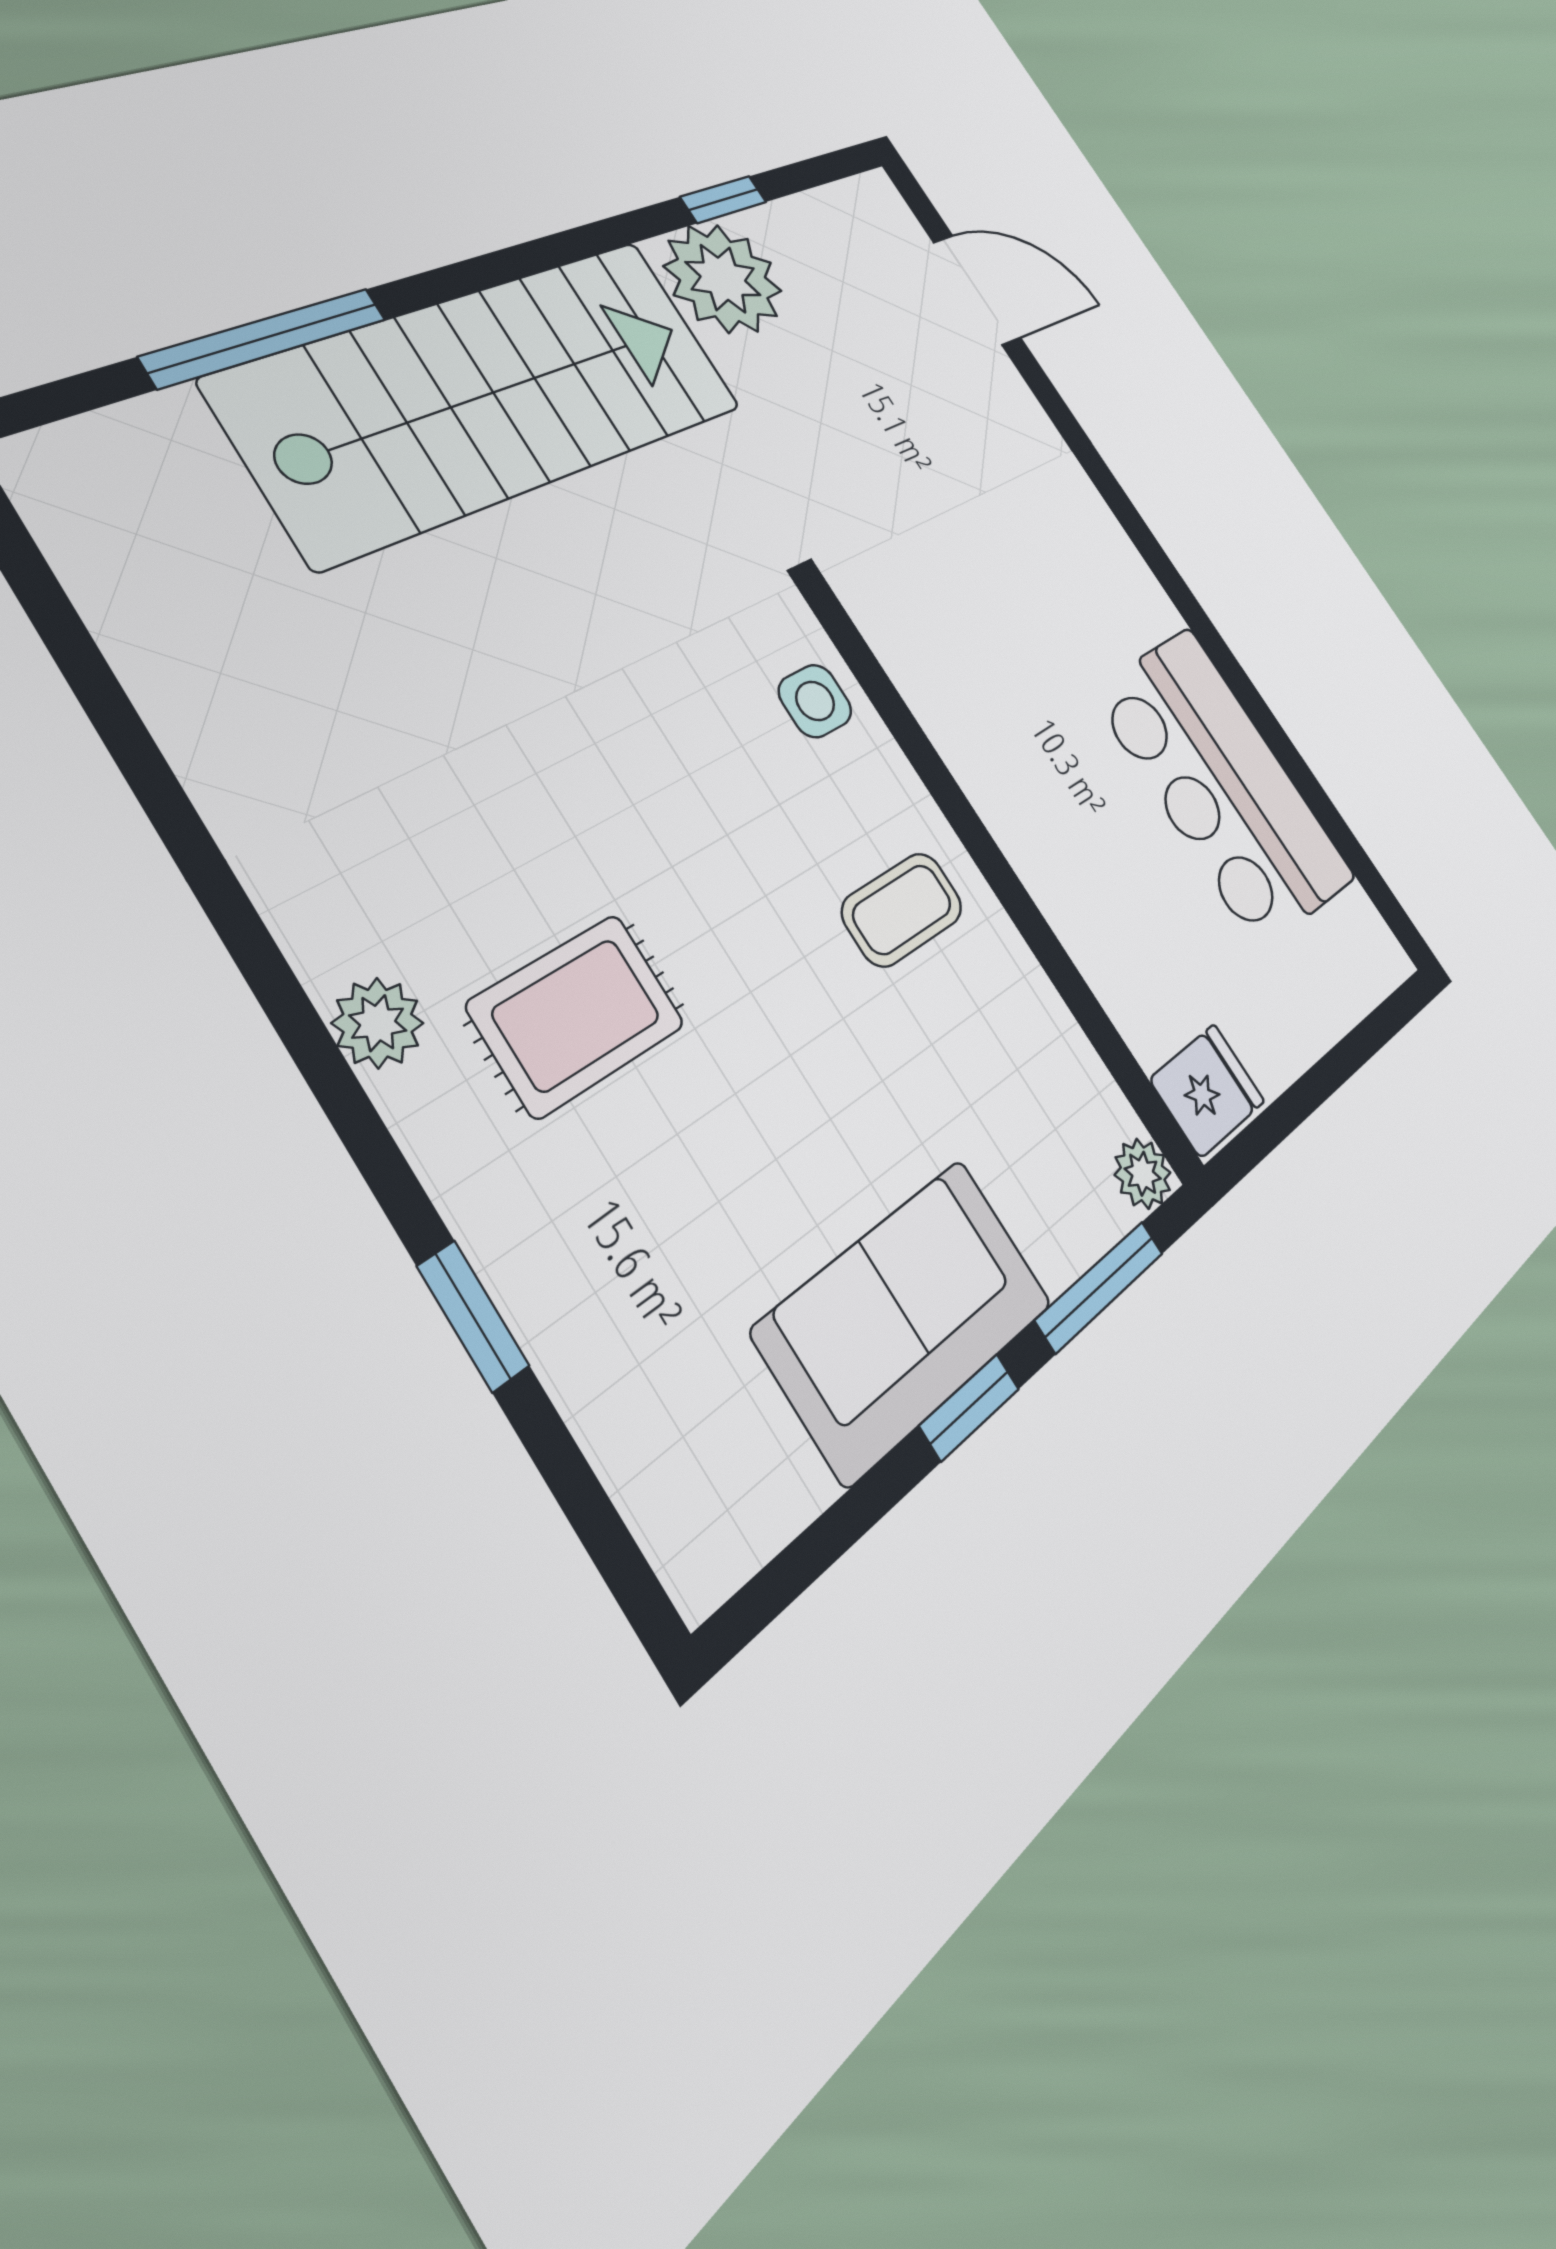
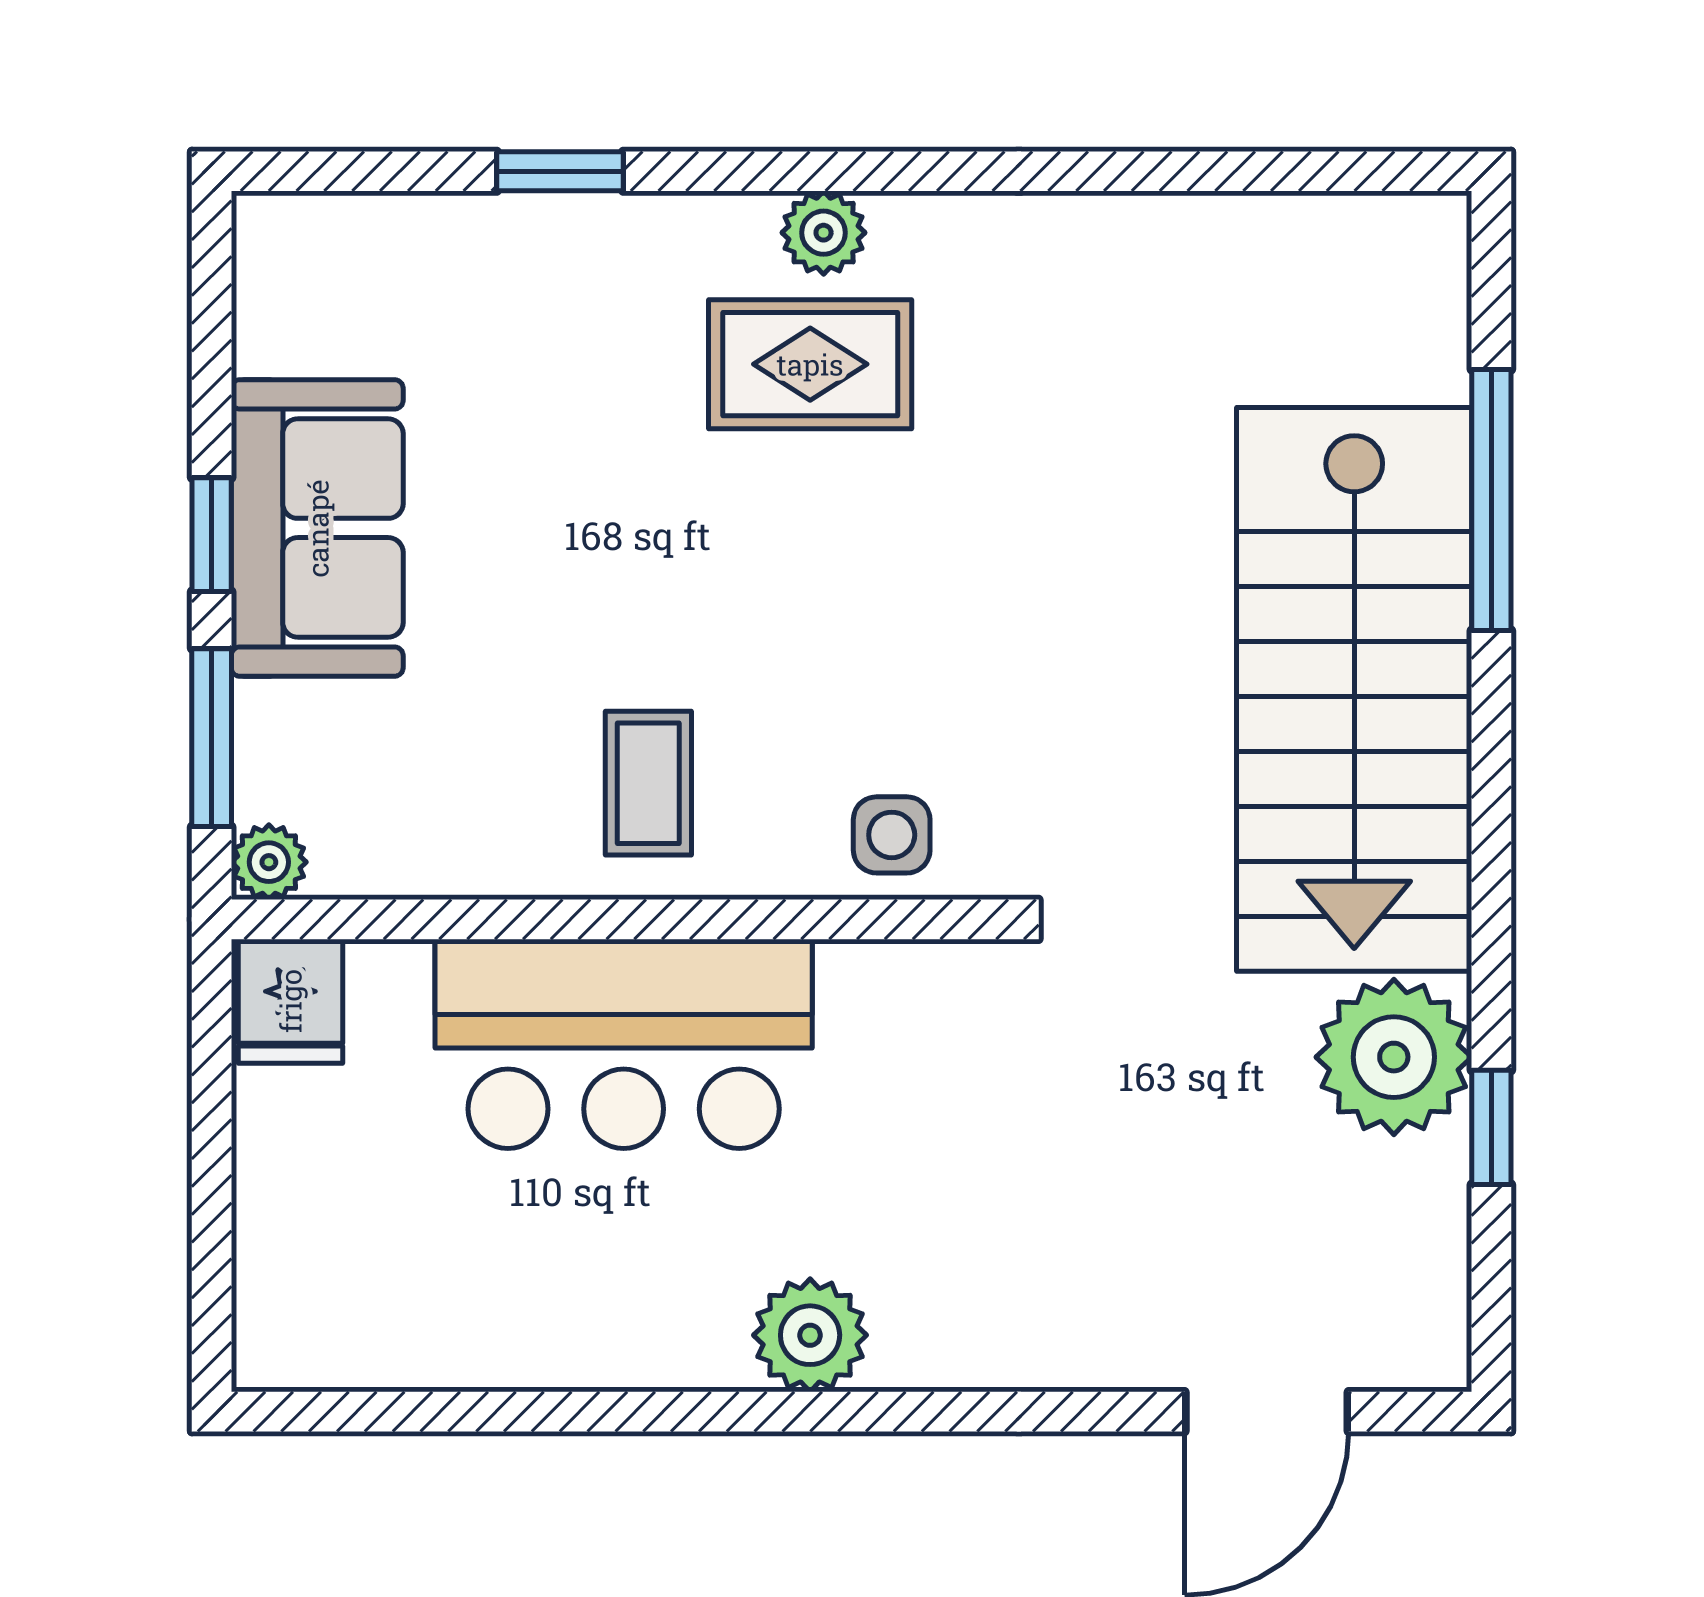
plant: (1134, 601) -> (810, 1335), added
bar counter: (1224, 786) -> (624, 1044), moved, turned 180
rug: (577, 1015) -> (810, 364), moved, turned 90

